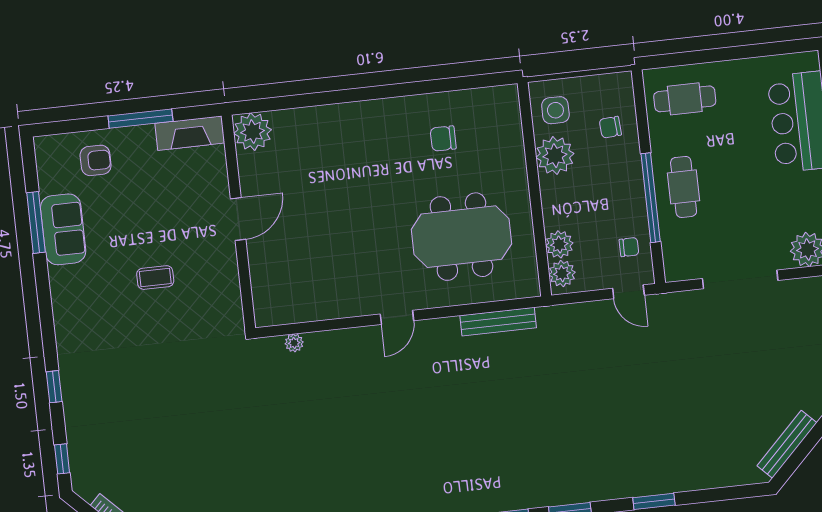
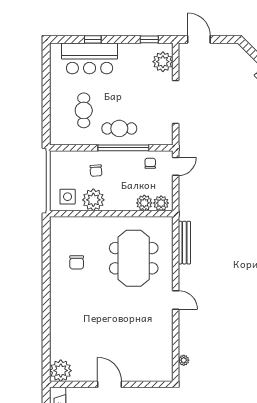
cafe table: (685, 99) -> (84, 110), moved
chair: (610, 127) -> (96, 171), moved

